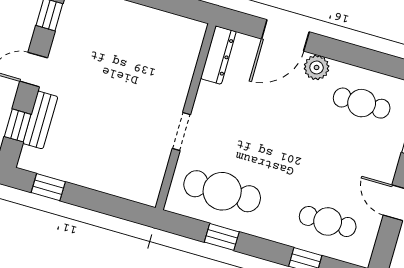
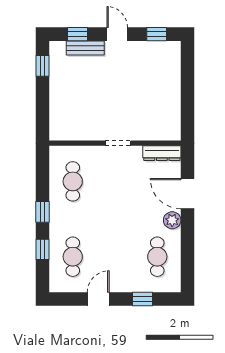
doorway: (181, 132) -> (118, 143), moved
cafe table: (222, 191) -> (73, 181), width x0.73, depth x0.74
window: (222, 237) -> (43, 212), moved

